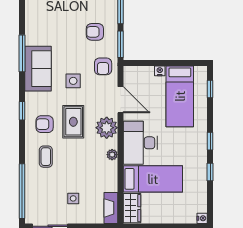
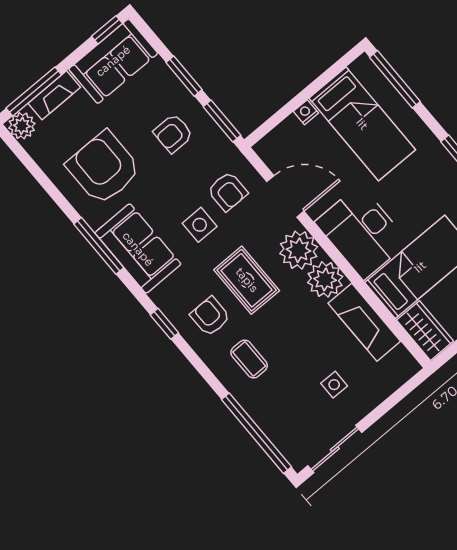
armchair: (52, 21) -> (104, 168), added
armchair: (103, 66) -> (227, 191), moved
window: (210, 89) -> (395, 79), width x2.17
armchair: (45, 124) -> (210, 316), turned 90
plant: (112, 155) -> (325, 279), width x1.87, depth x1.87
fireplace: (111, 208) -> (364, 322), moved, width x1.37, depth x1.32

